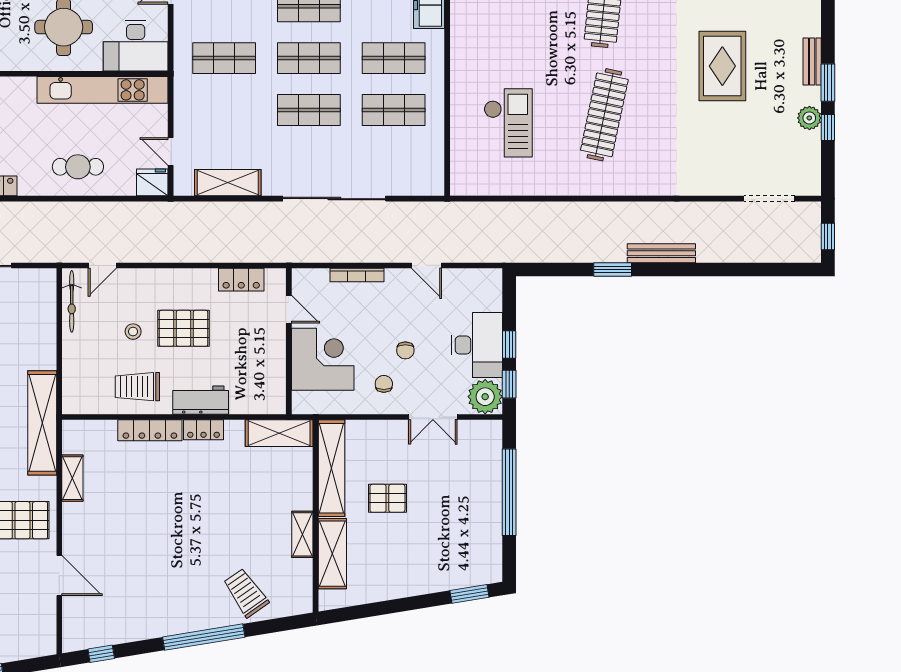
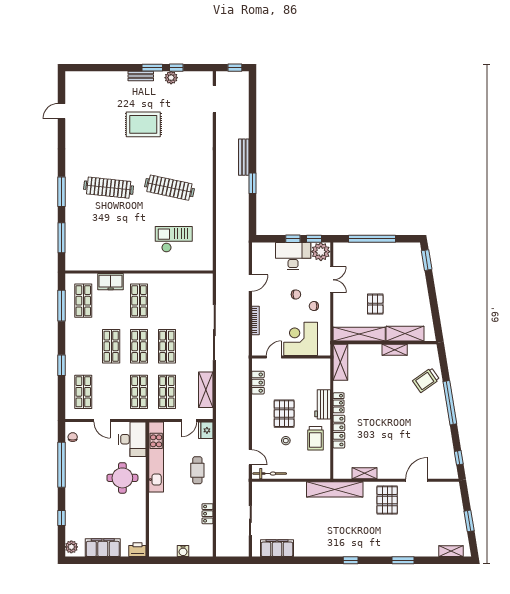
shop shelf: (394, 110) -> (167, 392), moved

